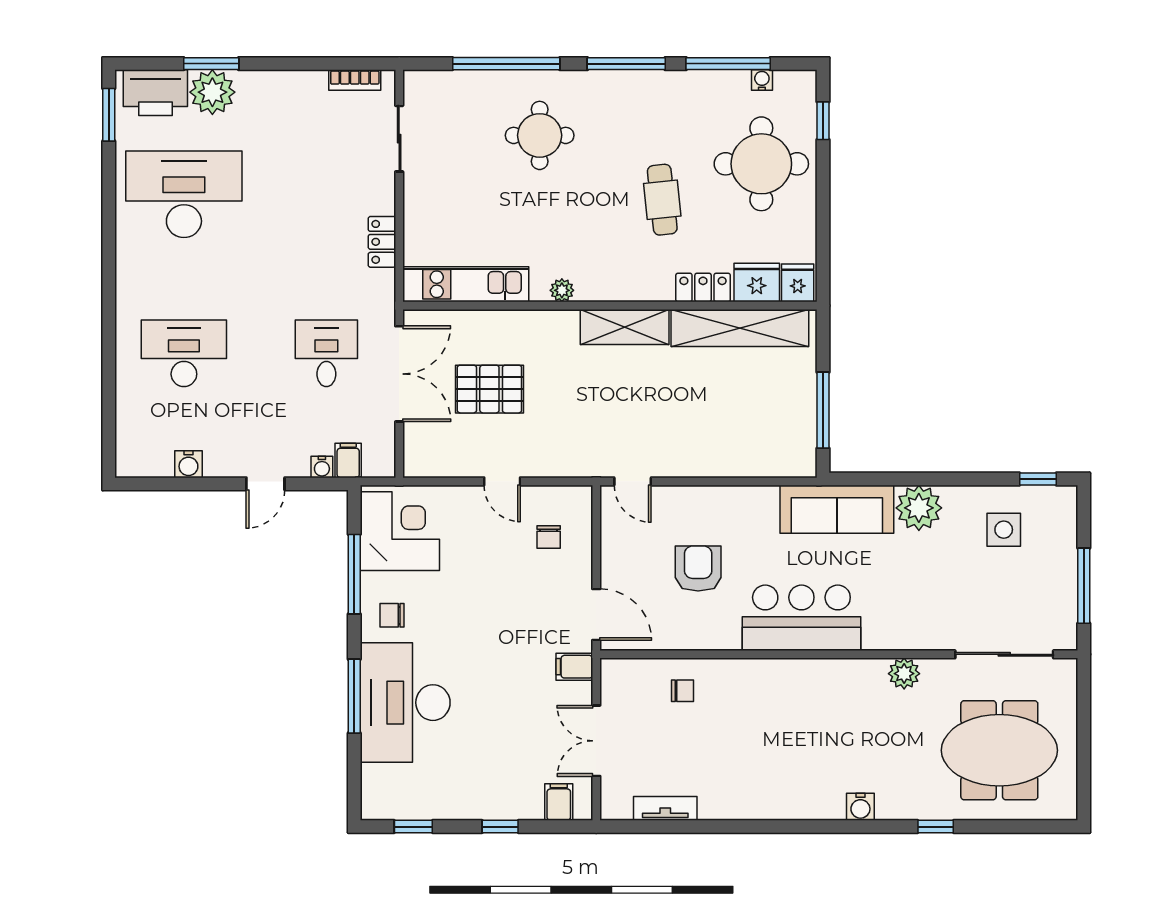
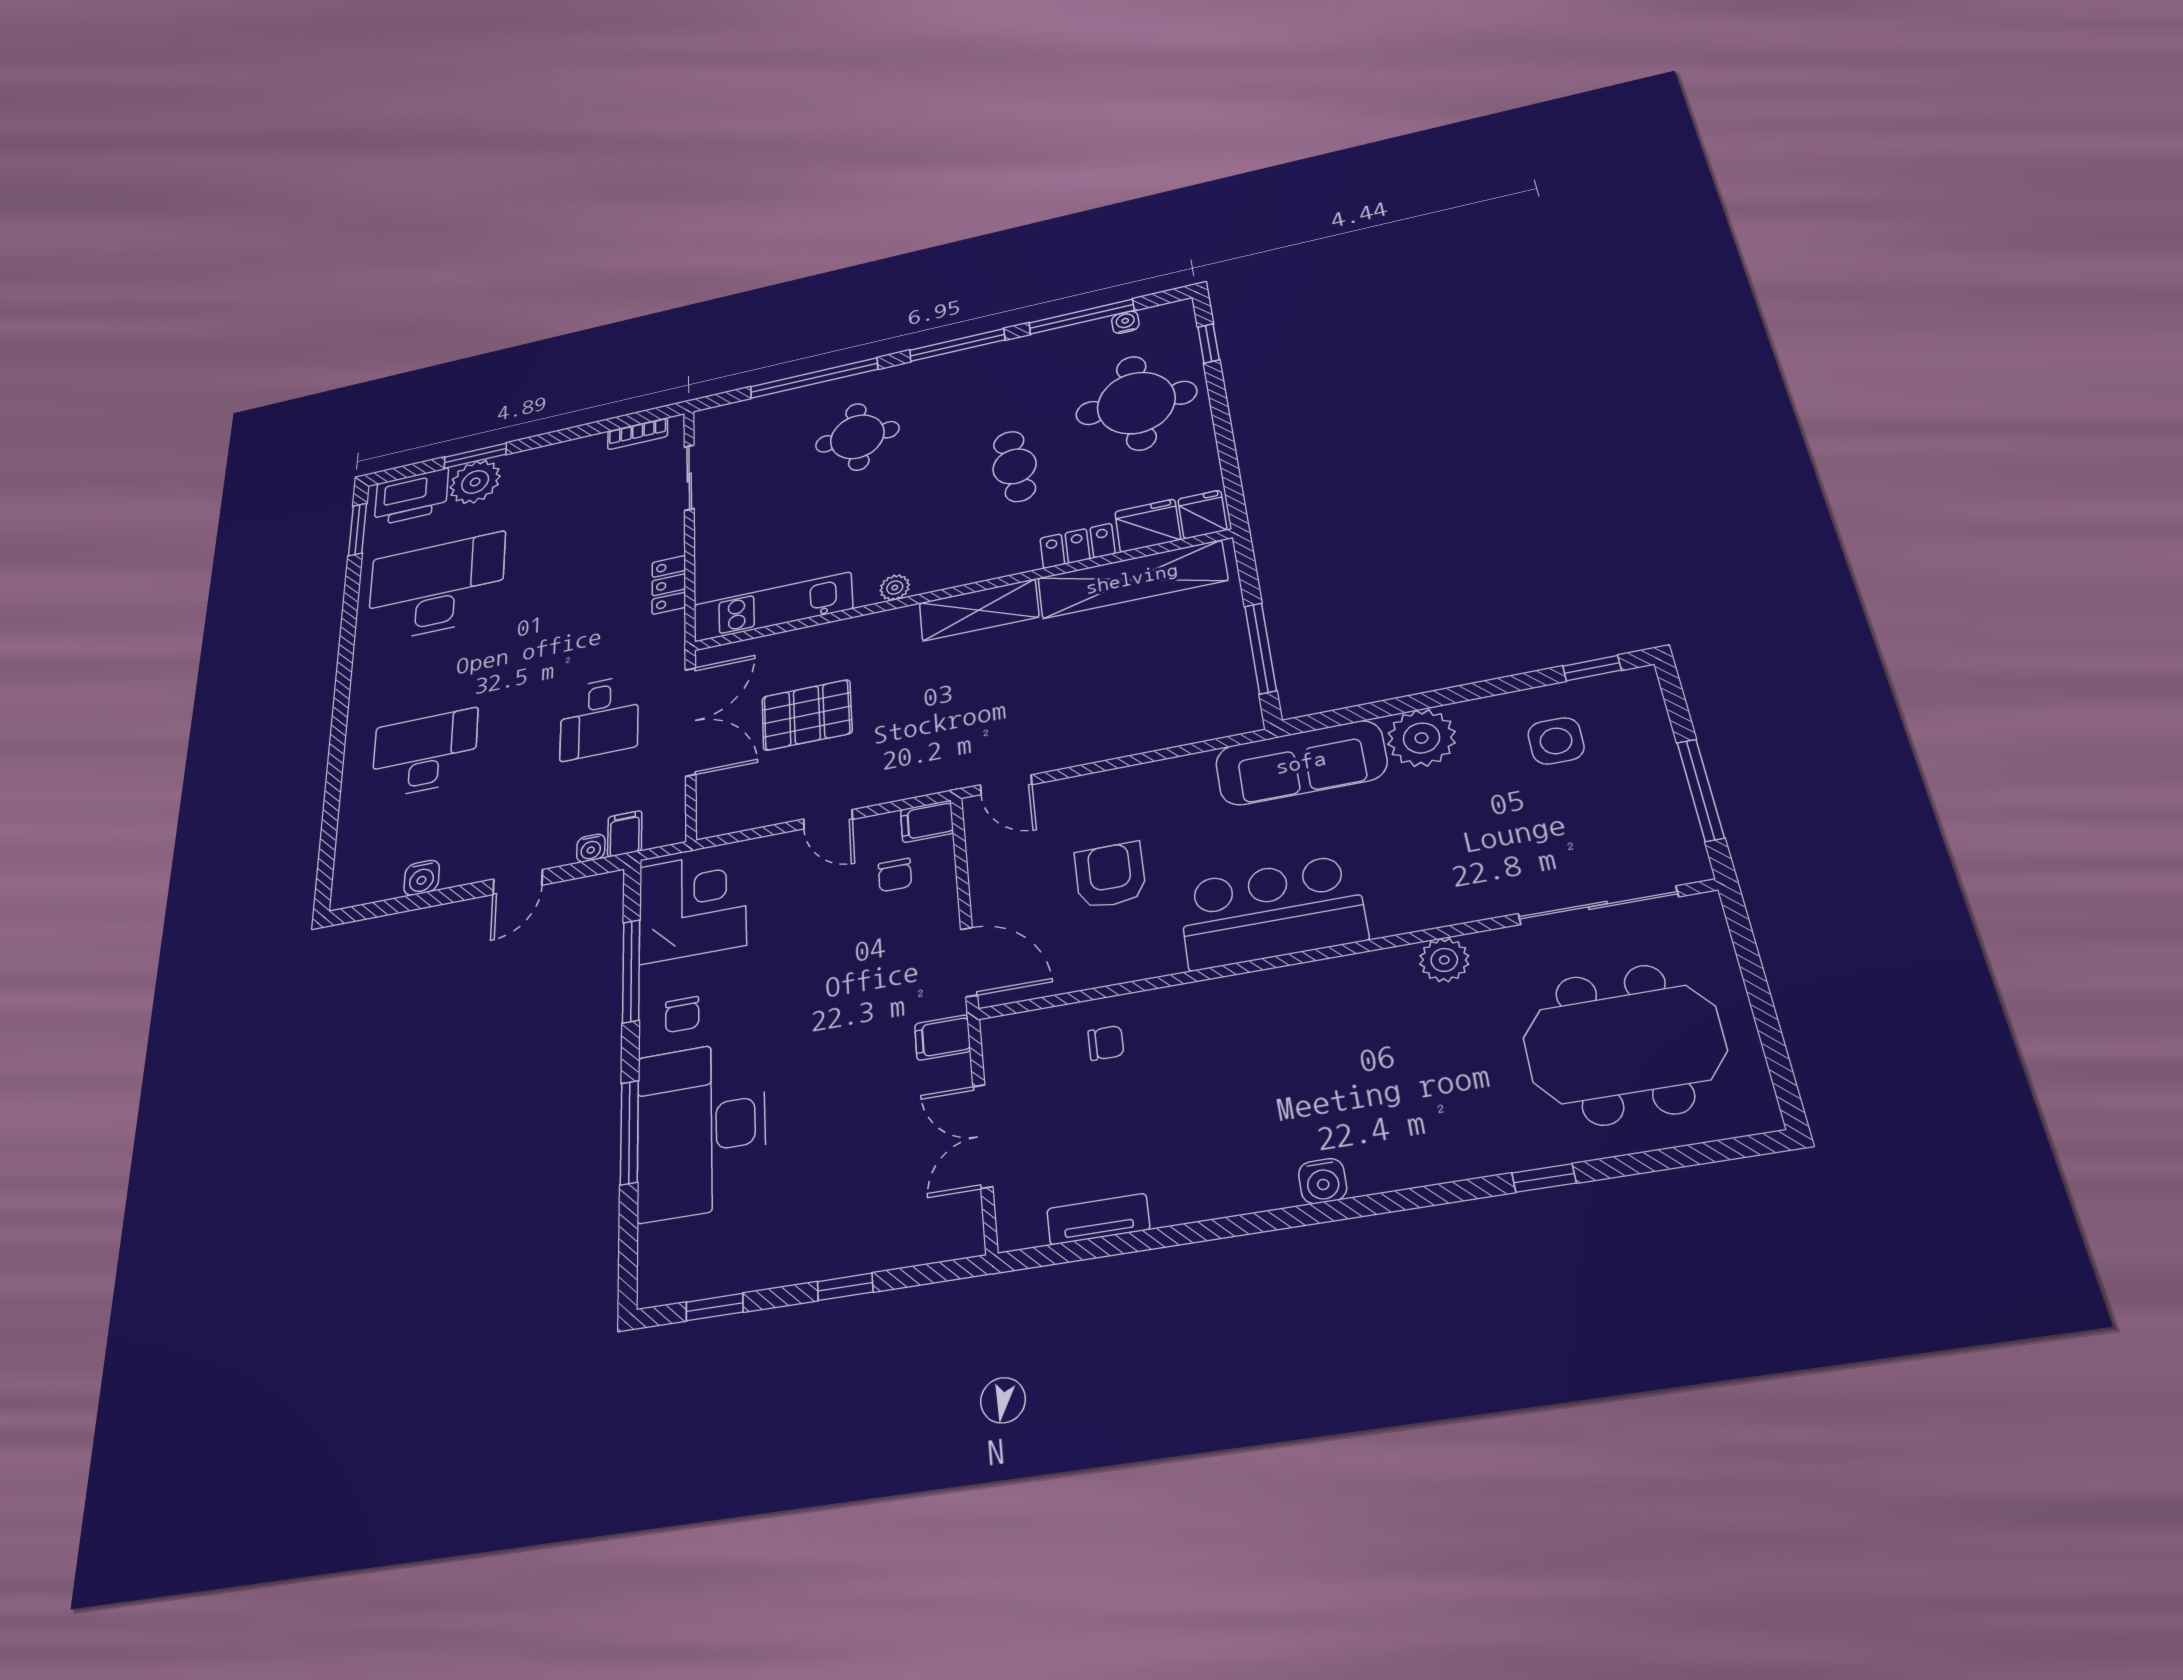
desk: (326, 353) -> (599, 718), turned 180
chair: (392, 615) -> (682, 1015), turned -90
filing cabinet: (559, 802) -> (927, 821), moved, turned -90
water cooler: (860, 807) -> (1323, 1181), moved

